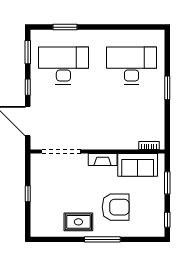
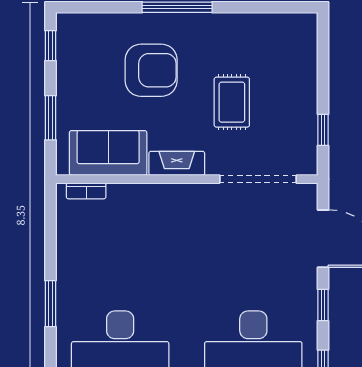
window: (28, 194) -> (323, 130), moved
armchair: (116, 207) -> (151, 70), turned 180
rug: (78, 222) -> (232, 102), moved, turned 90

